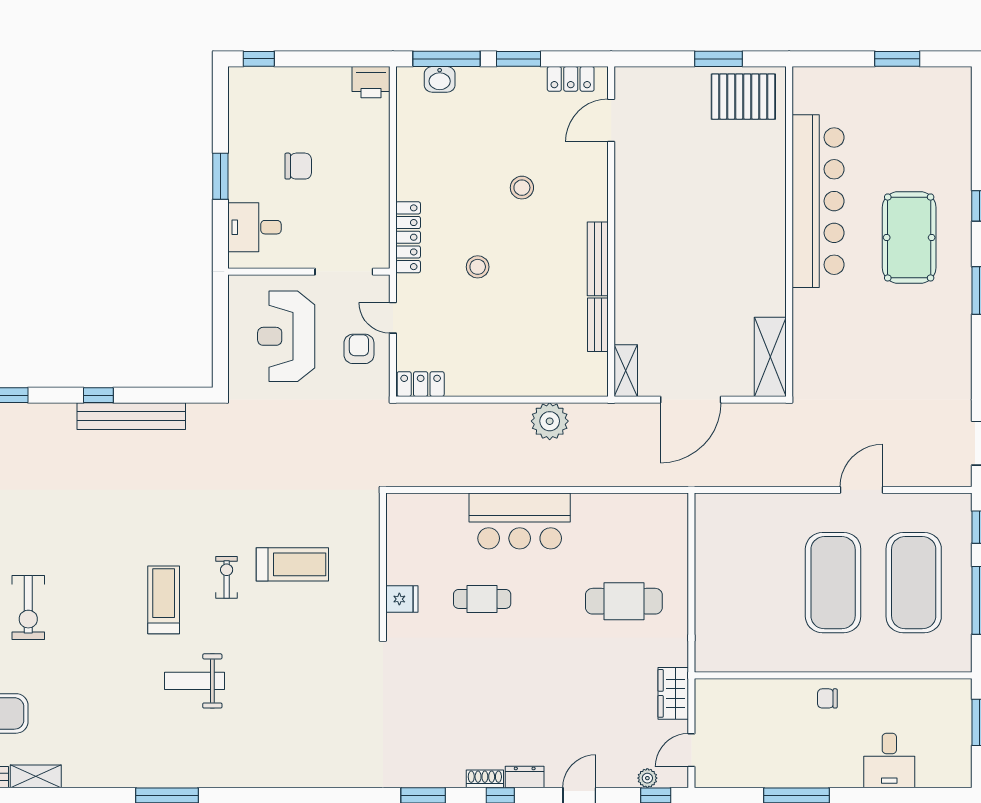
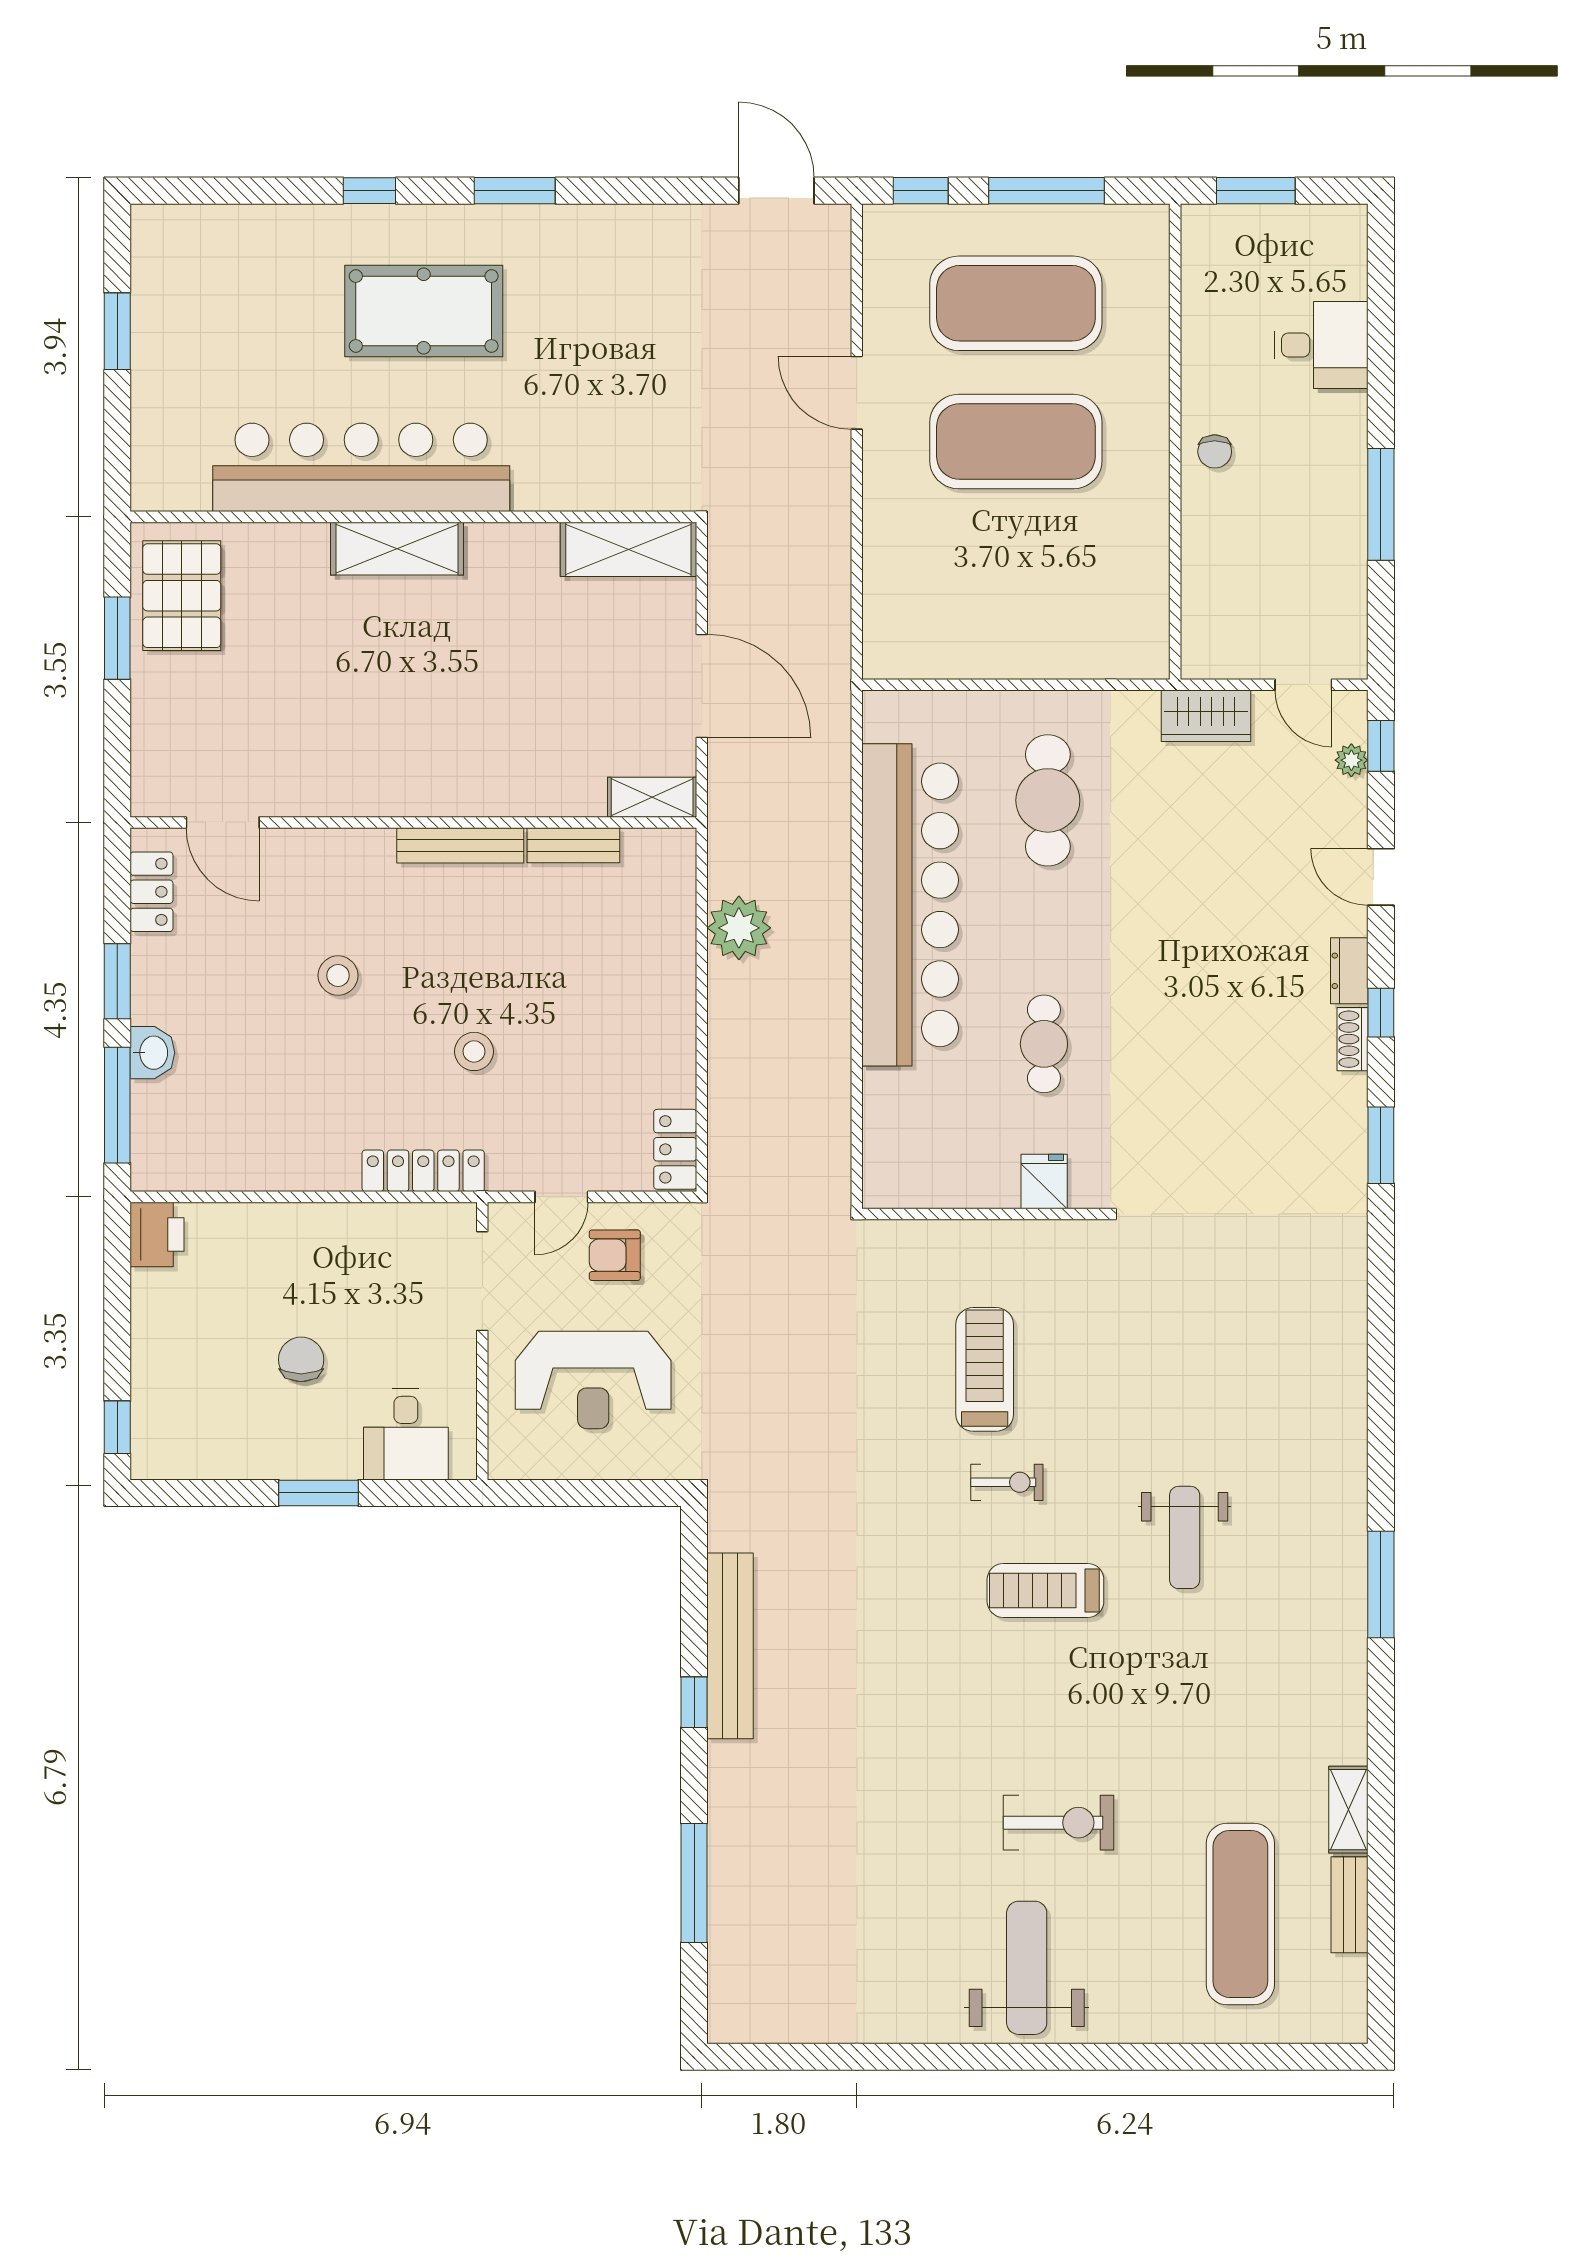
washbasin: (440, 79) -> (152, 1053), moved
shelving: (771, 222) -> (397, 549), added
bar counter: (520, 521) -> (910, 905), width x1.86
exercise bike: (227, 577) -> (1007, 1482), turned 180

